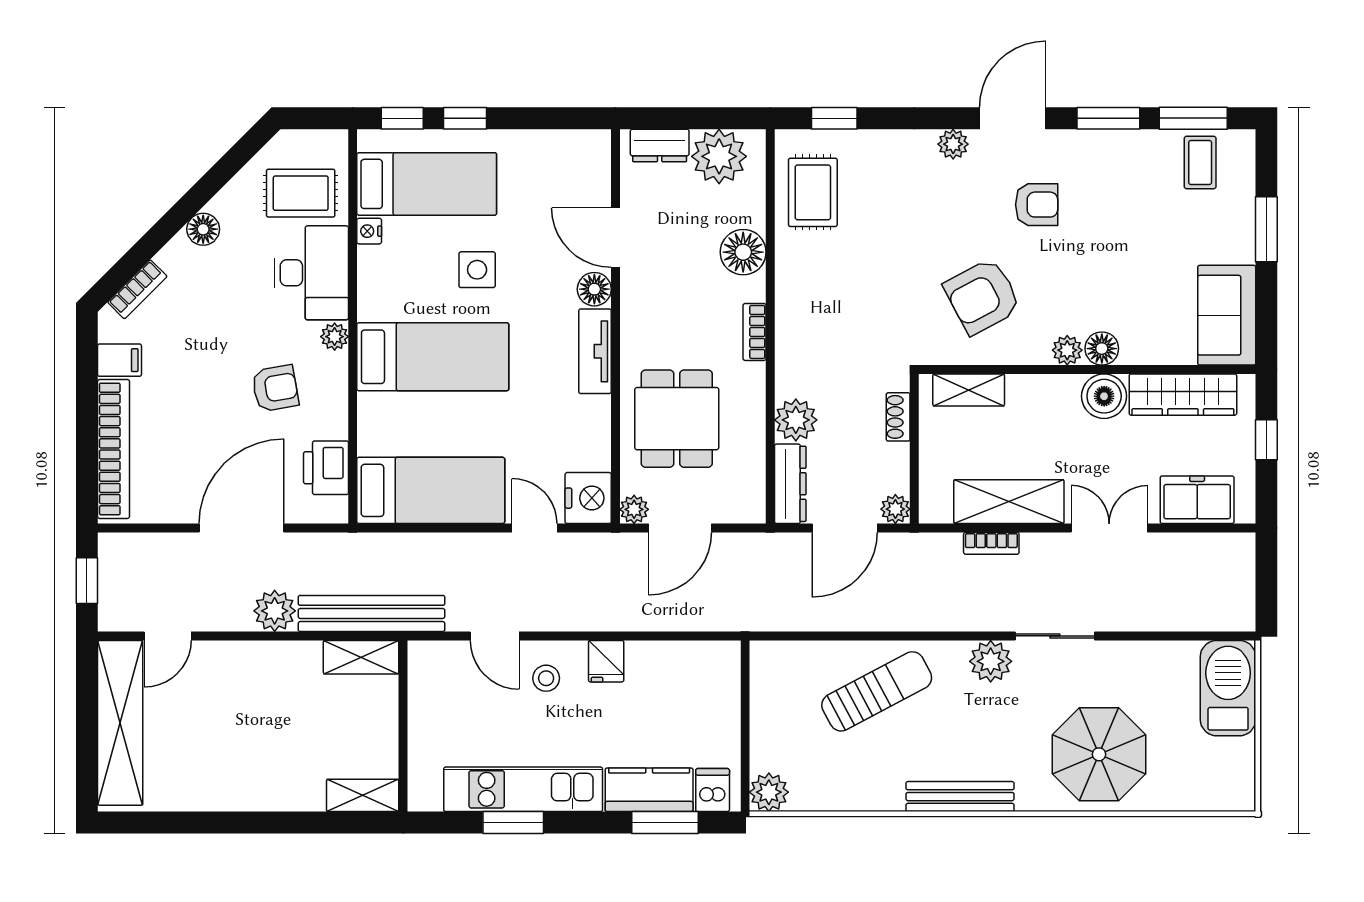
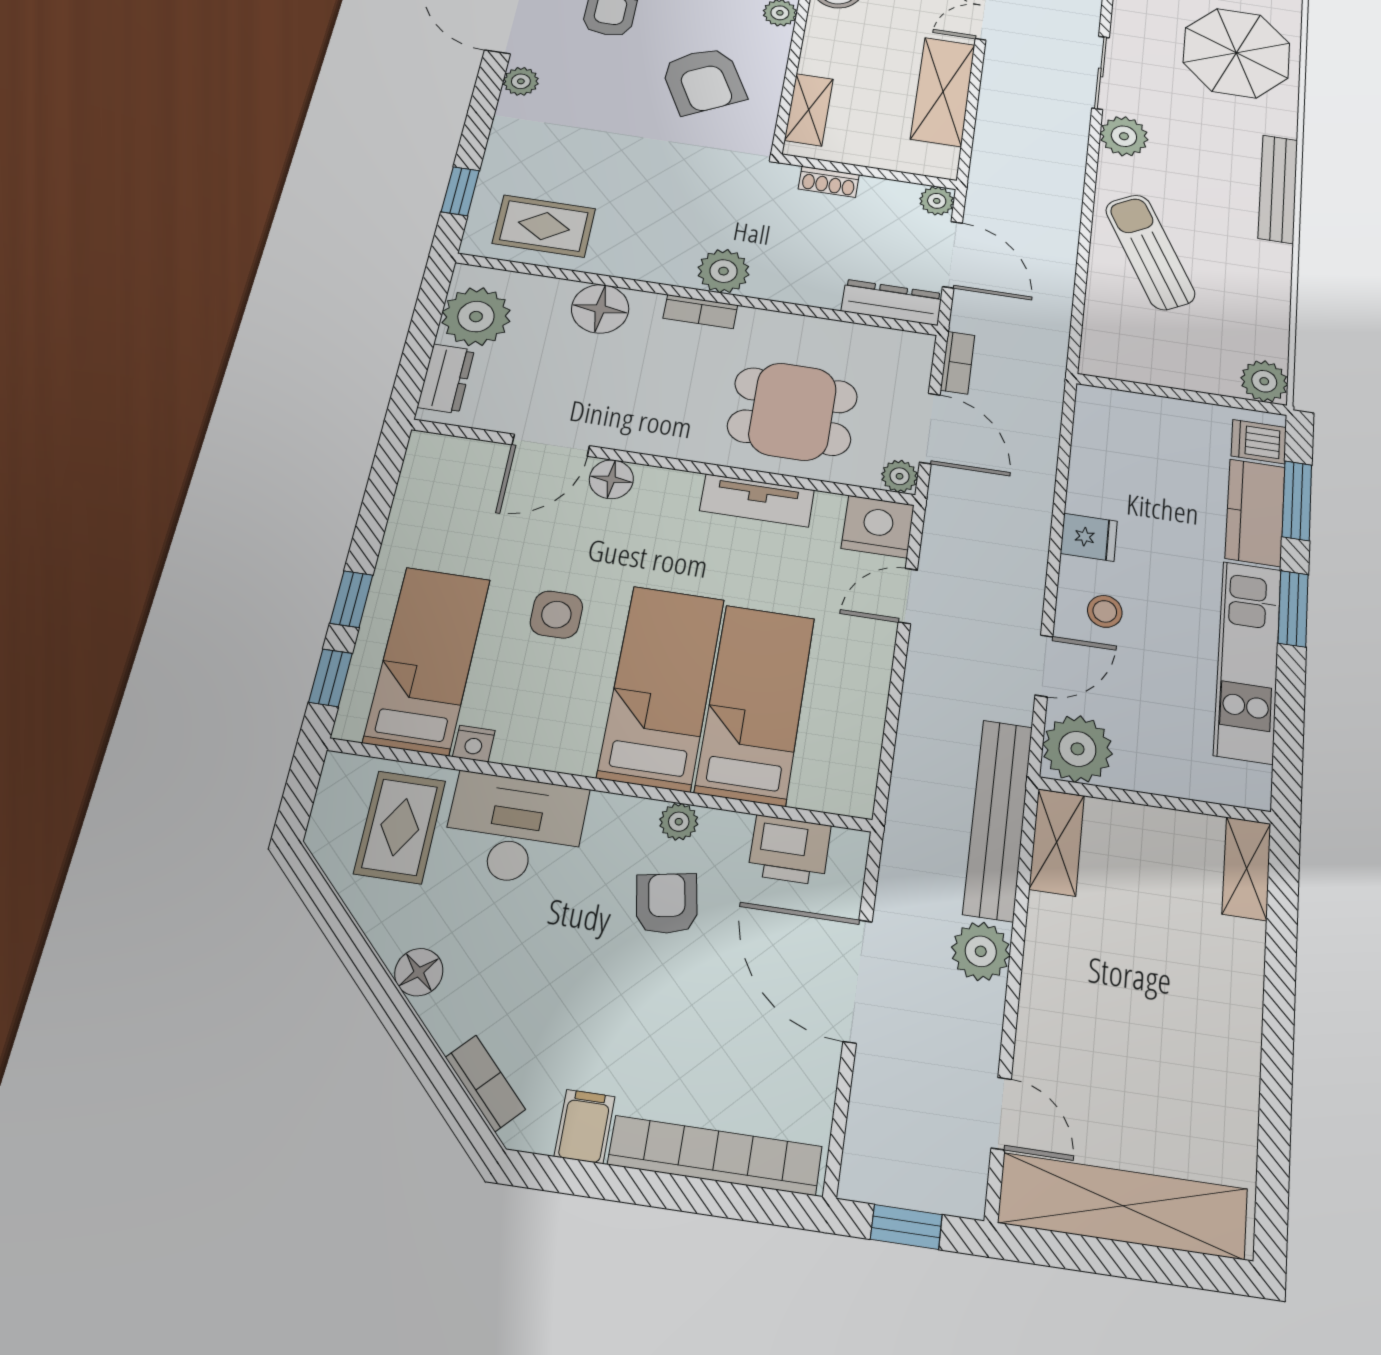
plant: (335, 337) -> (679, 822), moved
tv unit: (595, 351) -> (757, 500), moved
plant: (796, 420) -> (724, 271), moved
bed: (431, 490) -> (755, 704), moved
bookcase: (991, 543) -> (958, 363), moved
plant: (433, 666) -> (1077, 749), added
window: (513, 822) -> (1293, 609), moved

